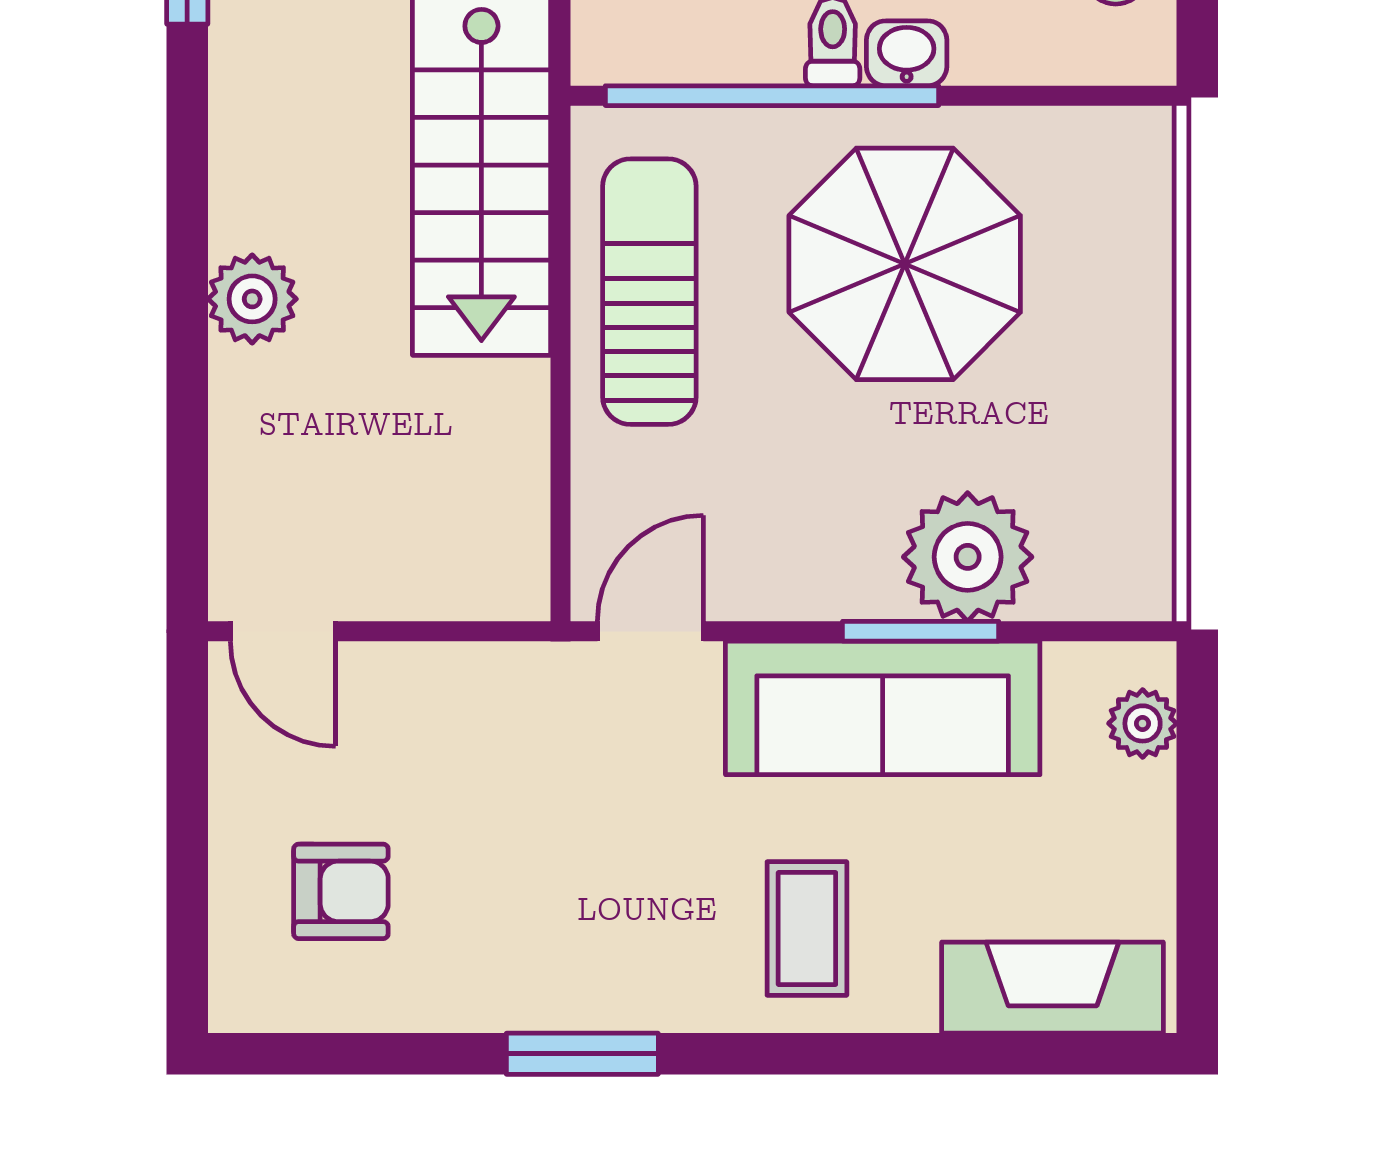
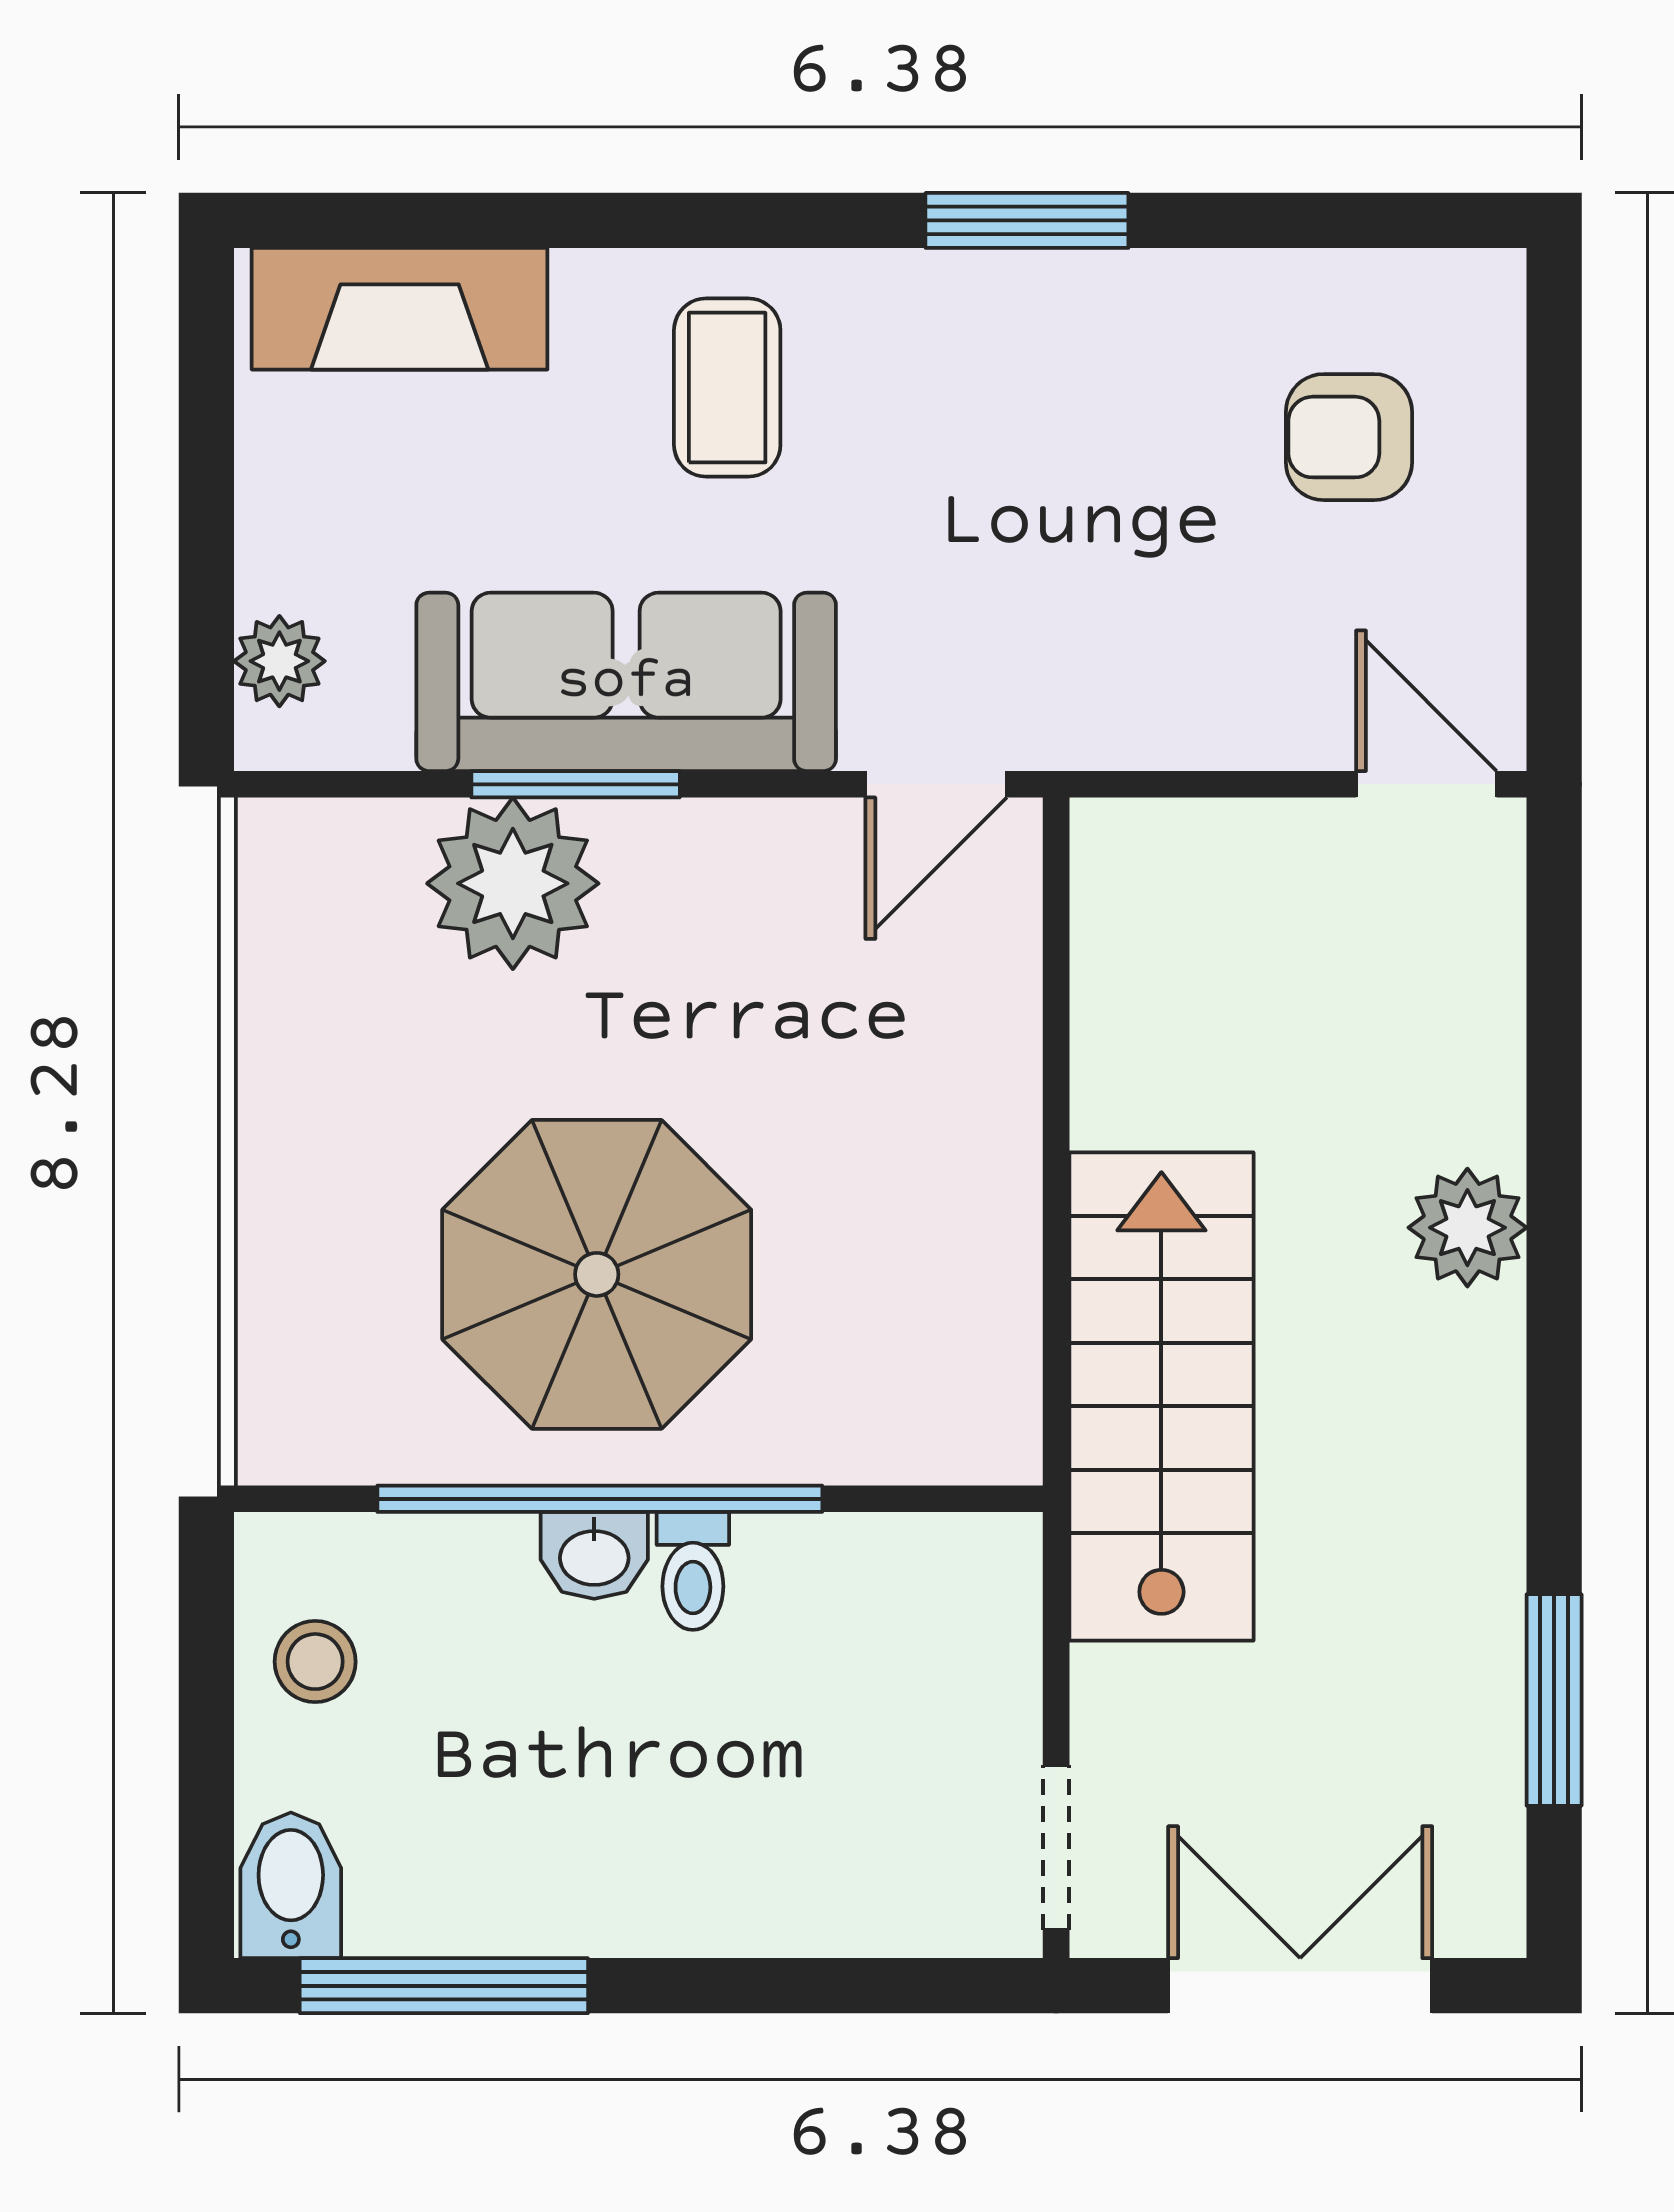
window: (772, 96) -> (600, 1499), moved
sun lounger: (649, 292) -> (937, 1237), removed

